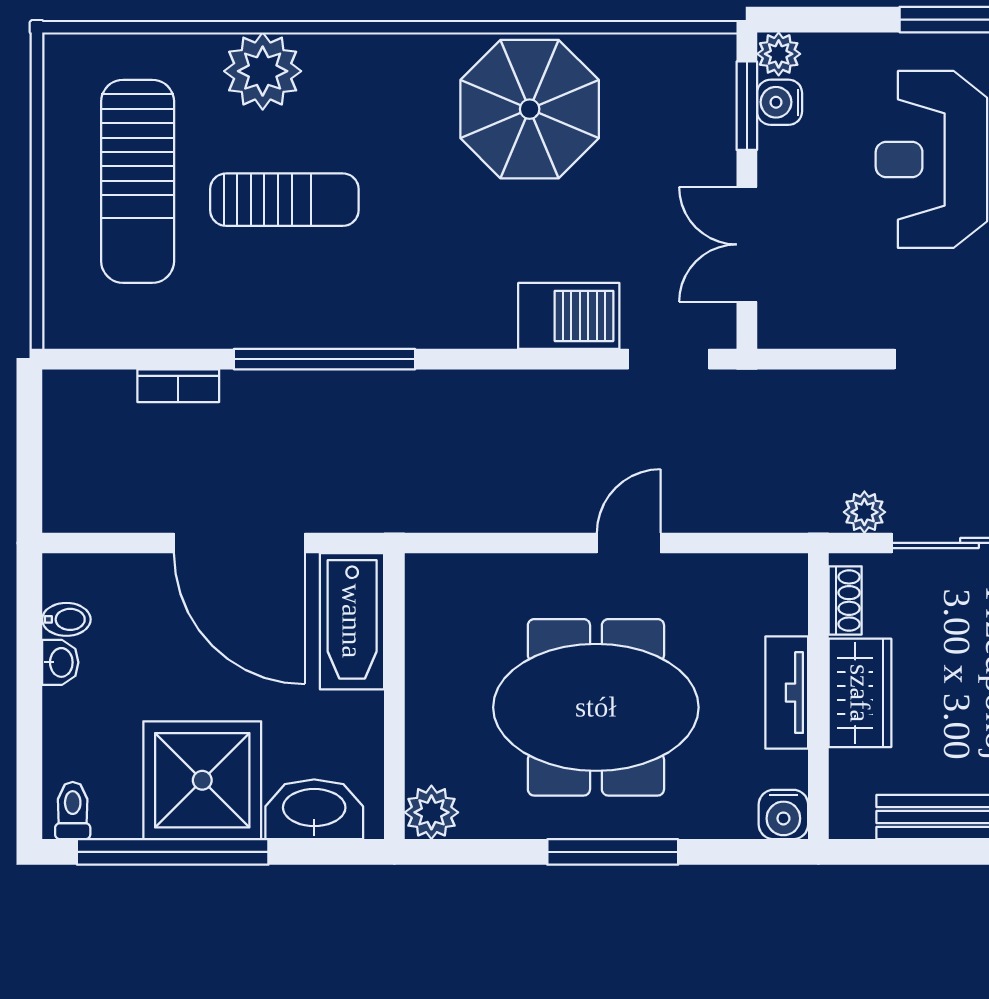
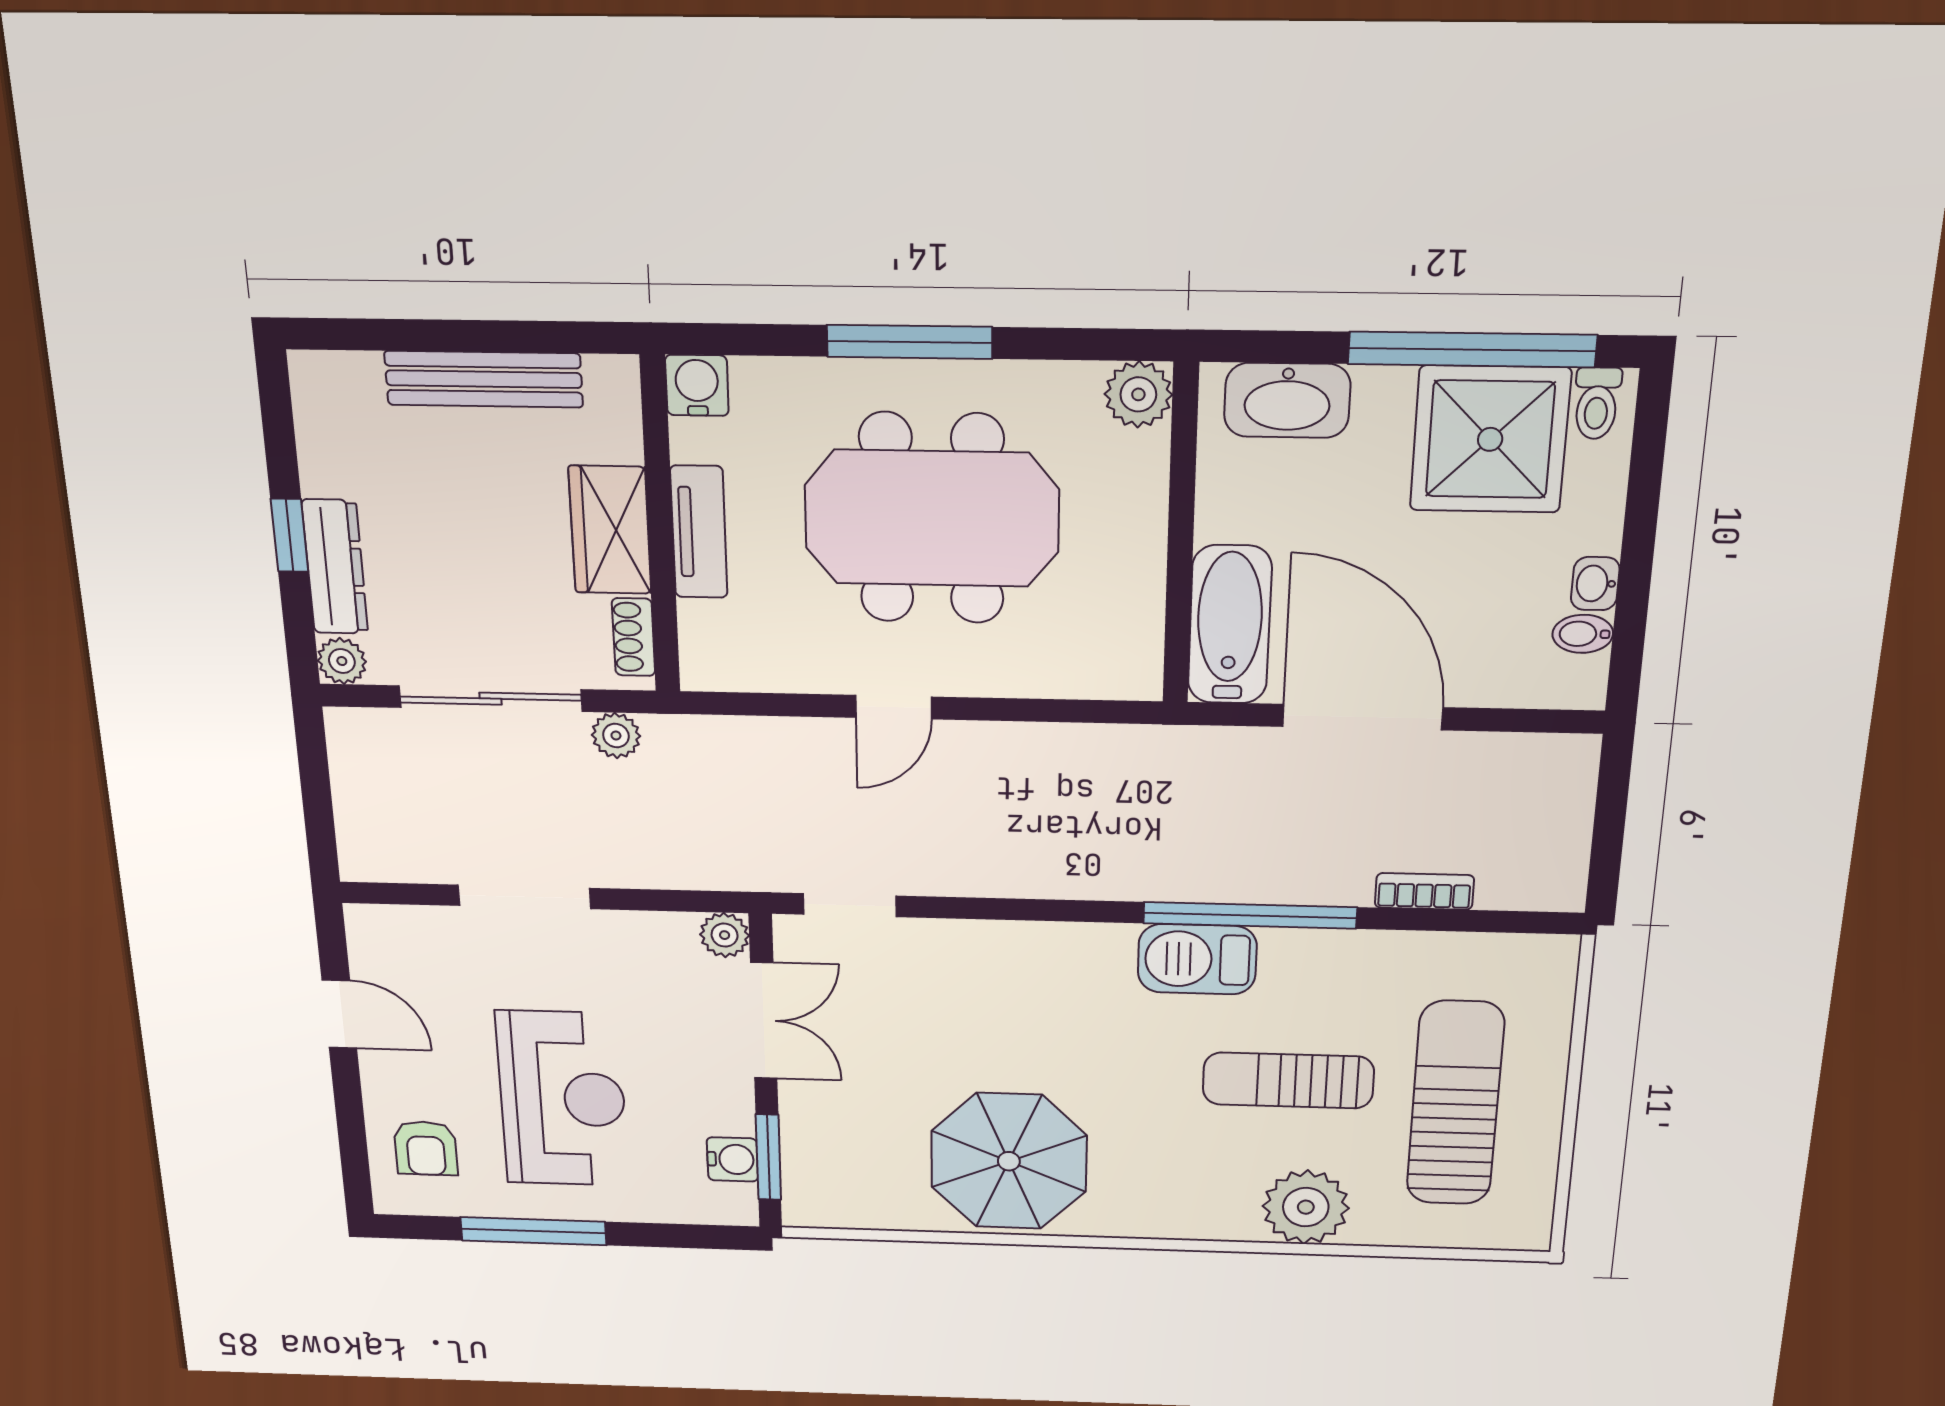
plant: (779, 54) -> (725, 935), moved
barbecue: (569, 316) -> (1197, 959), moved
shower: (202, 780) -> (1490, 439), moved

